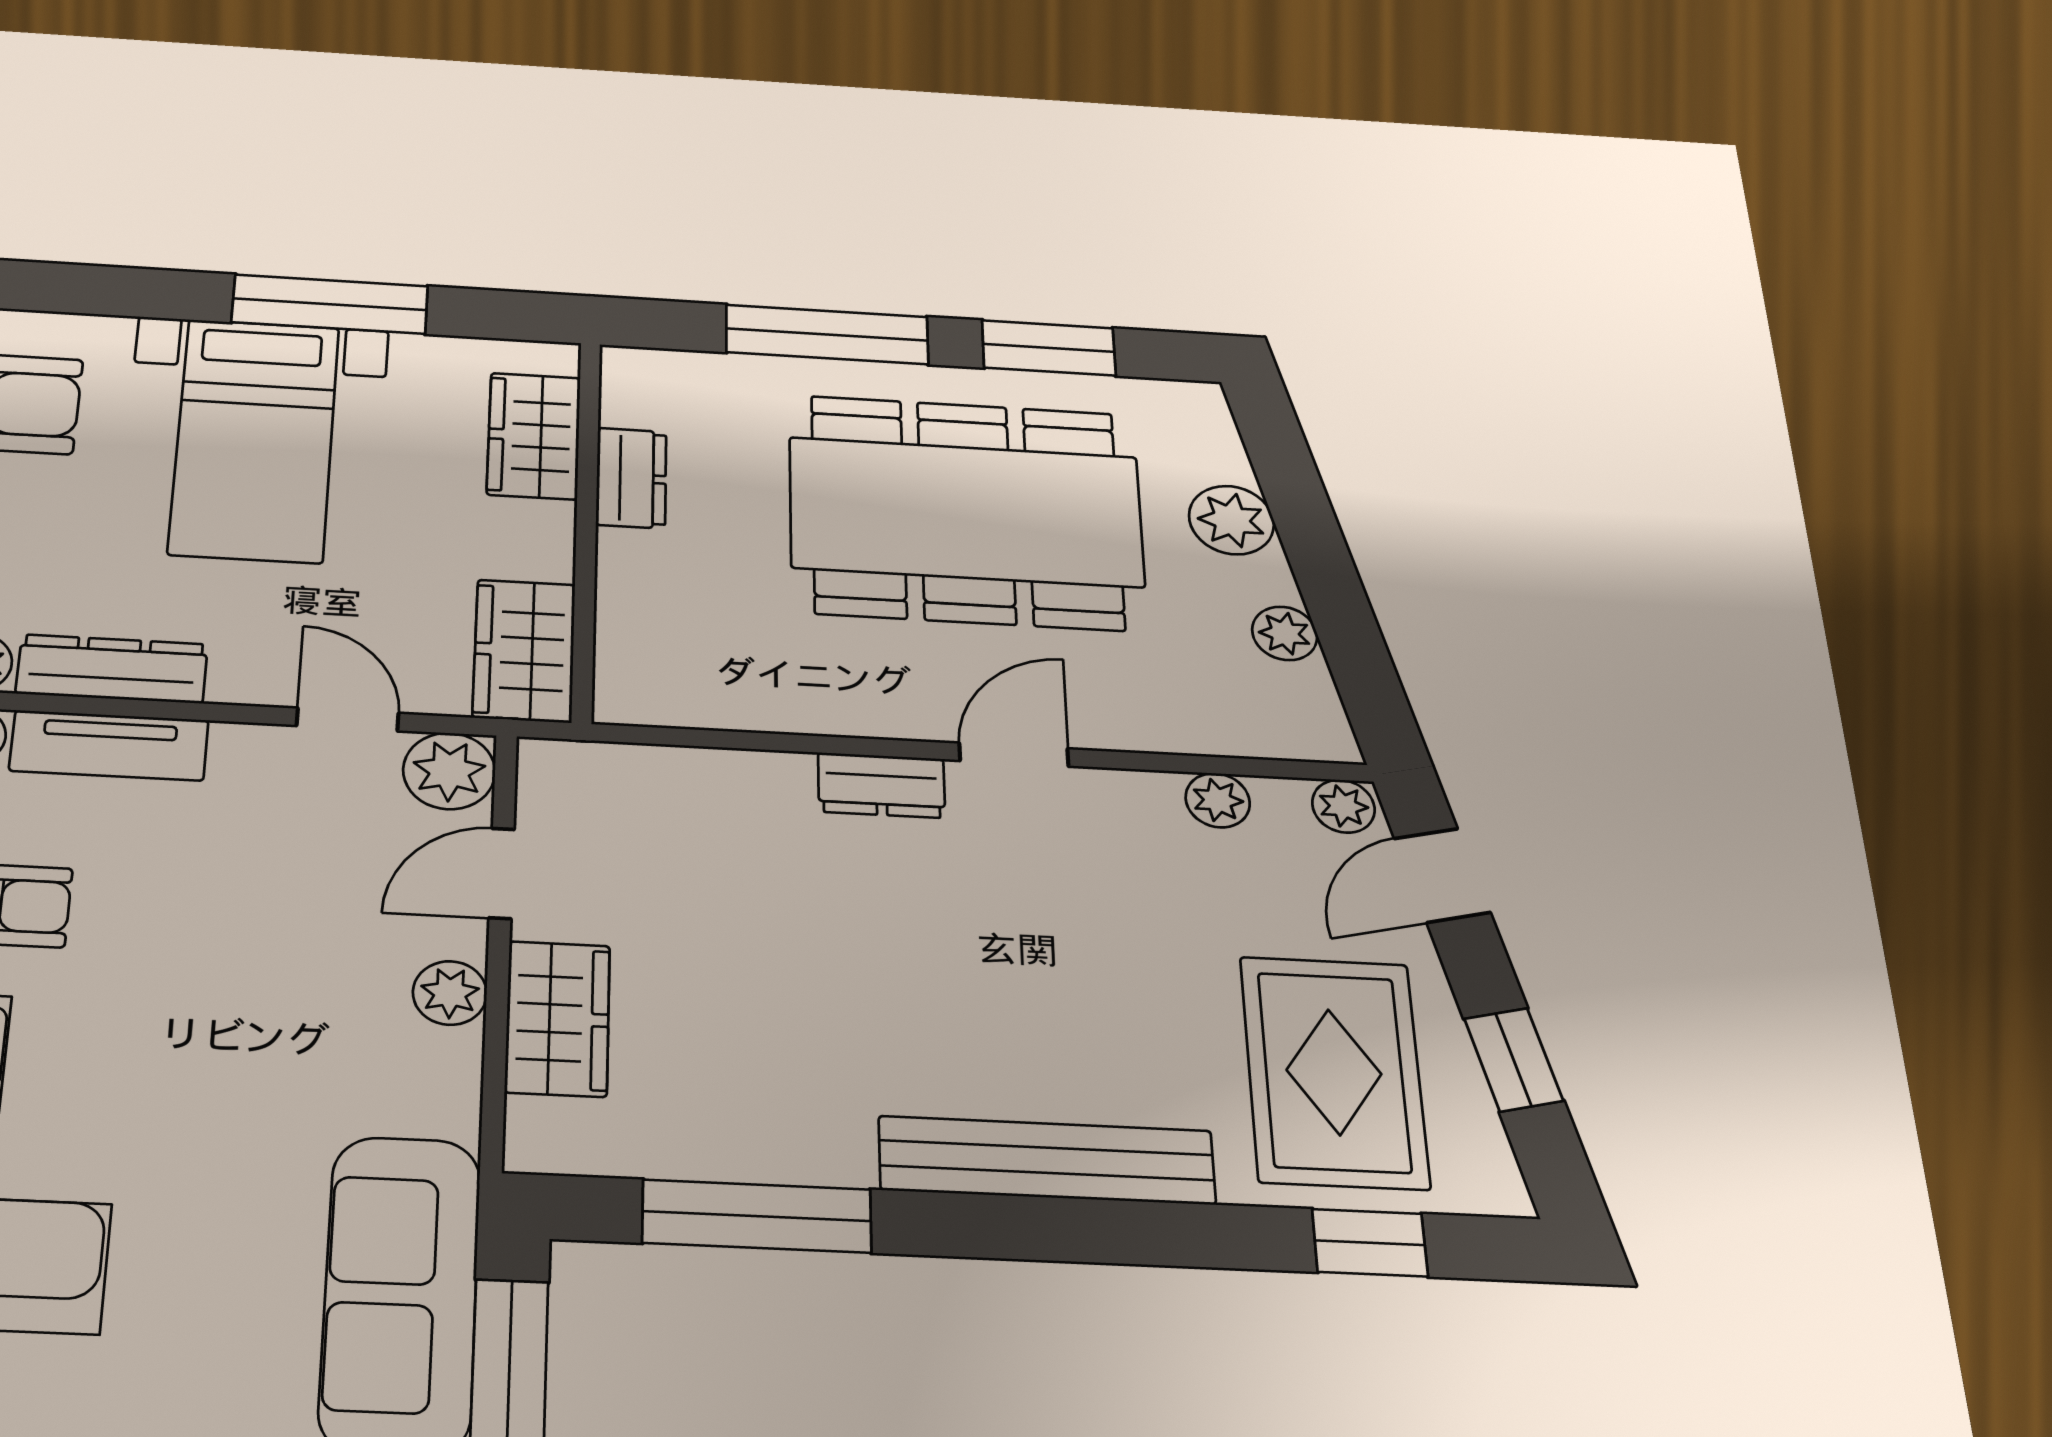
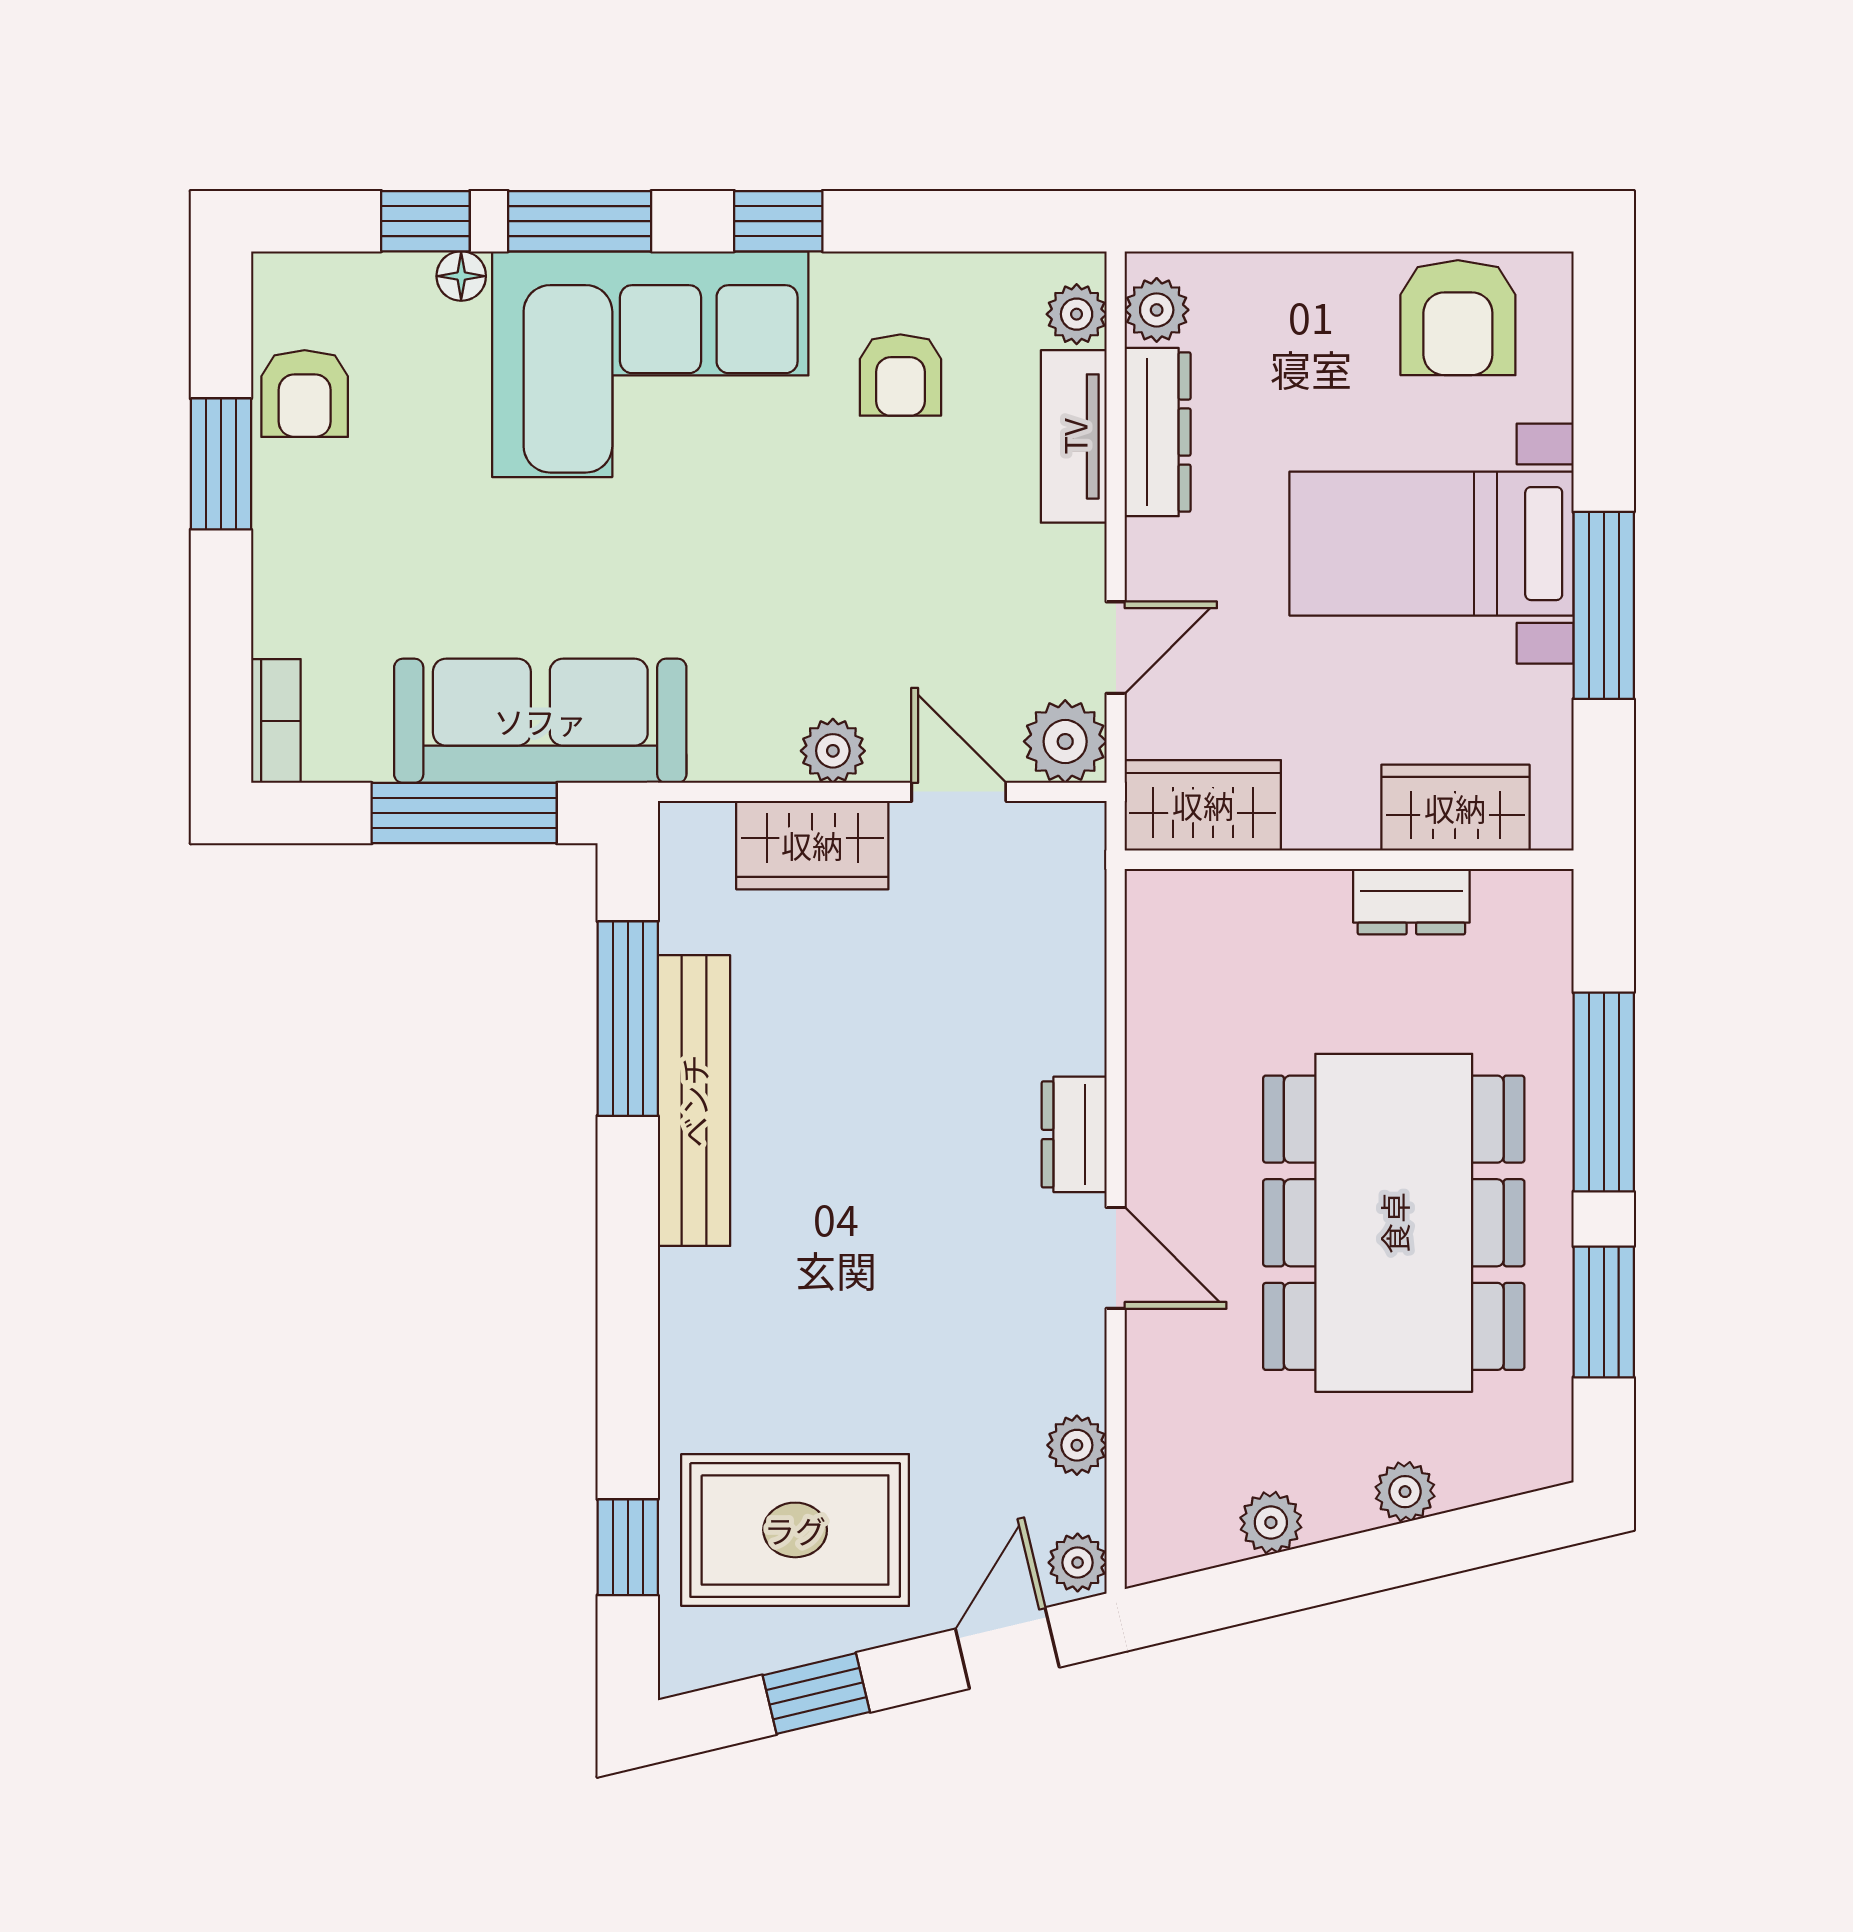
plant: (1231, 520) -> (1405, 1492), width x0.73, depth x0.73
door: (1442, 875) -> (1007, 1648), hinge flipped
bench: (1047, 1160) -> (694, 1101), moved

